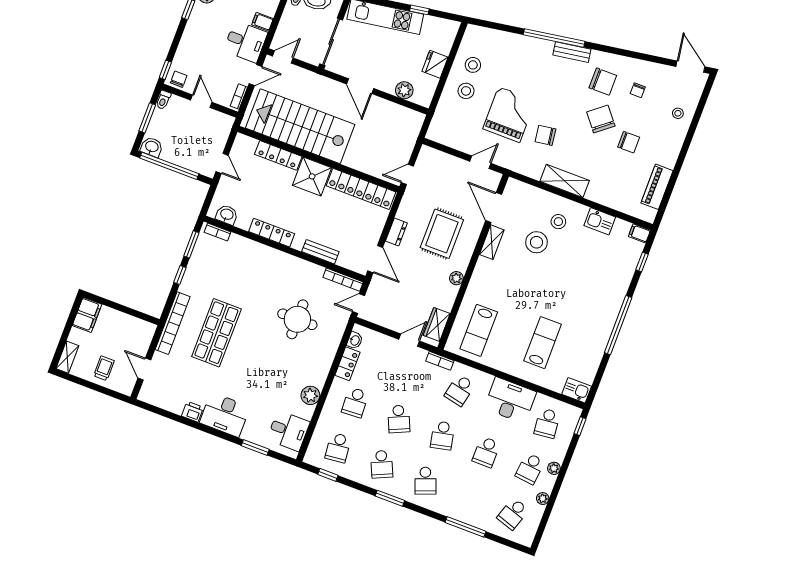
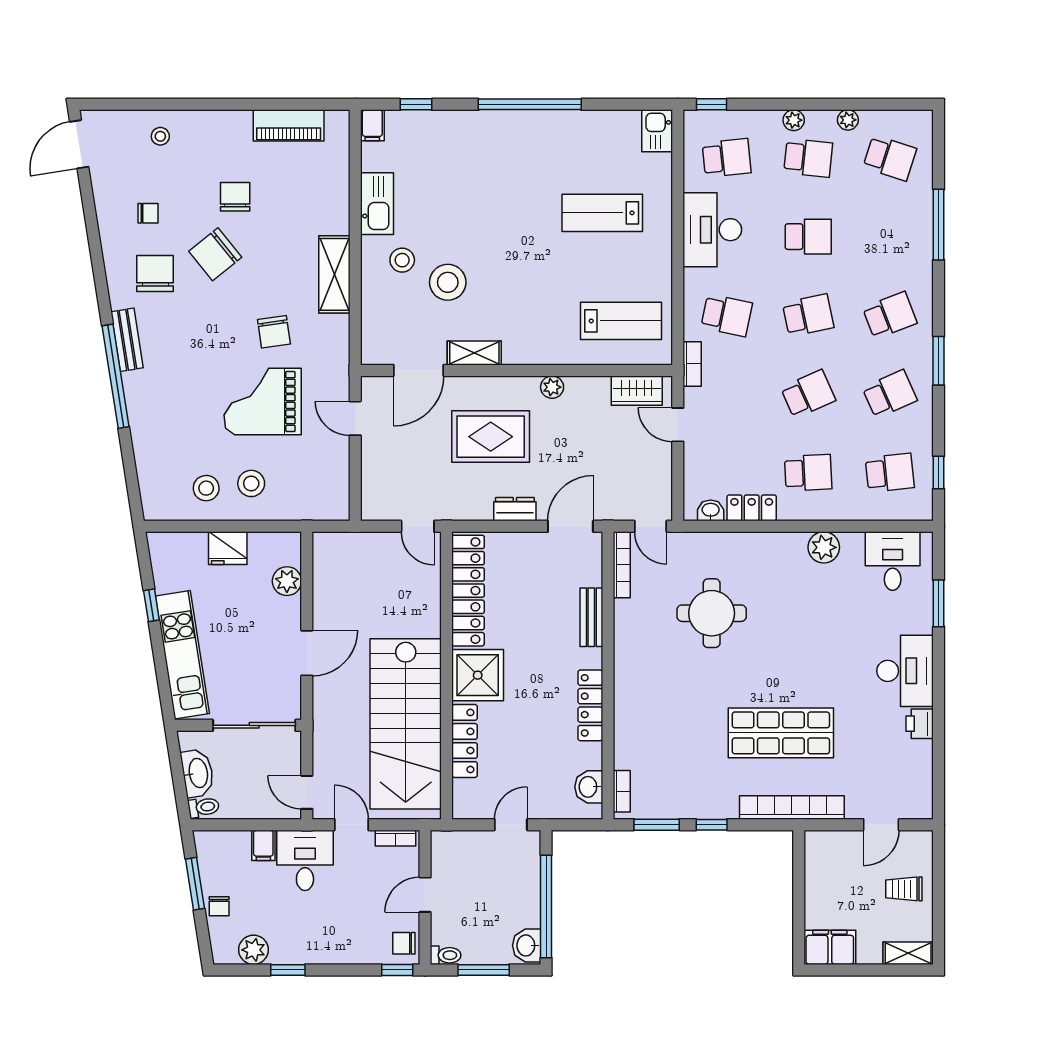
kitchen sink: (600, 221) -> (377, 204), width x1.38

